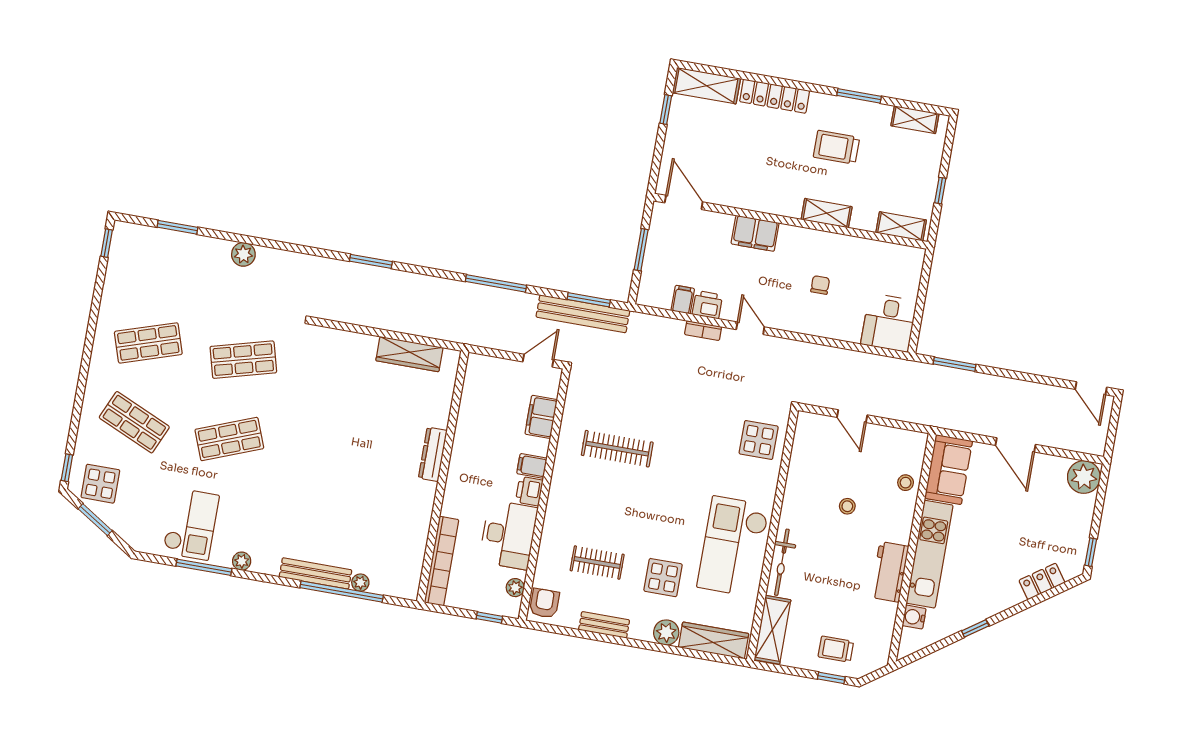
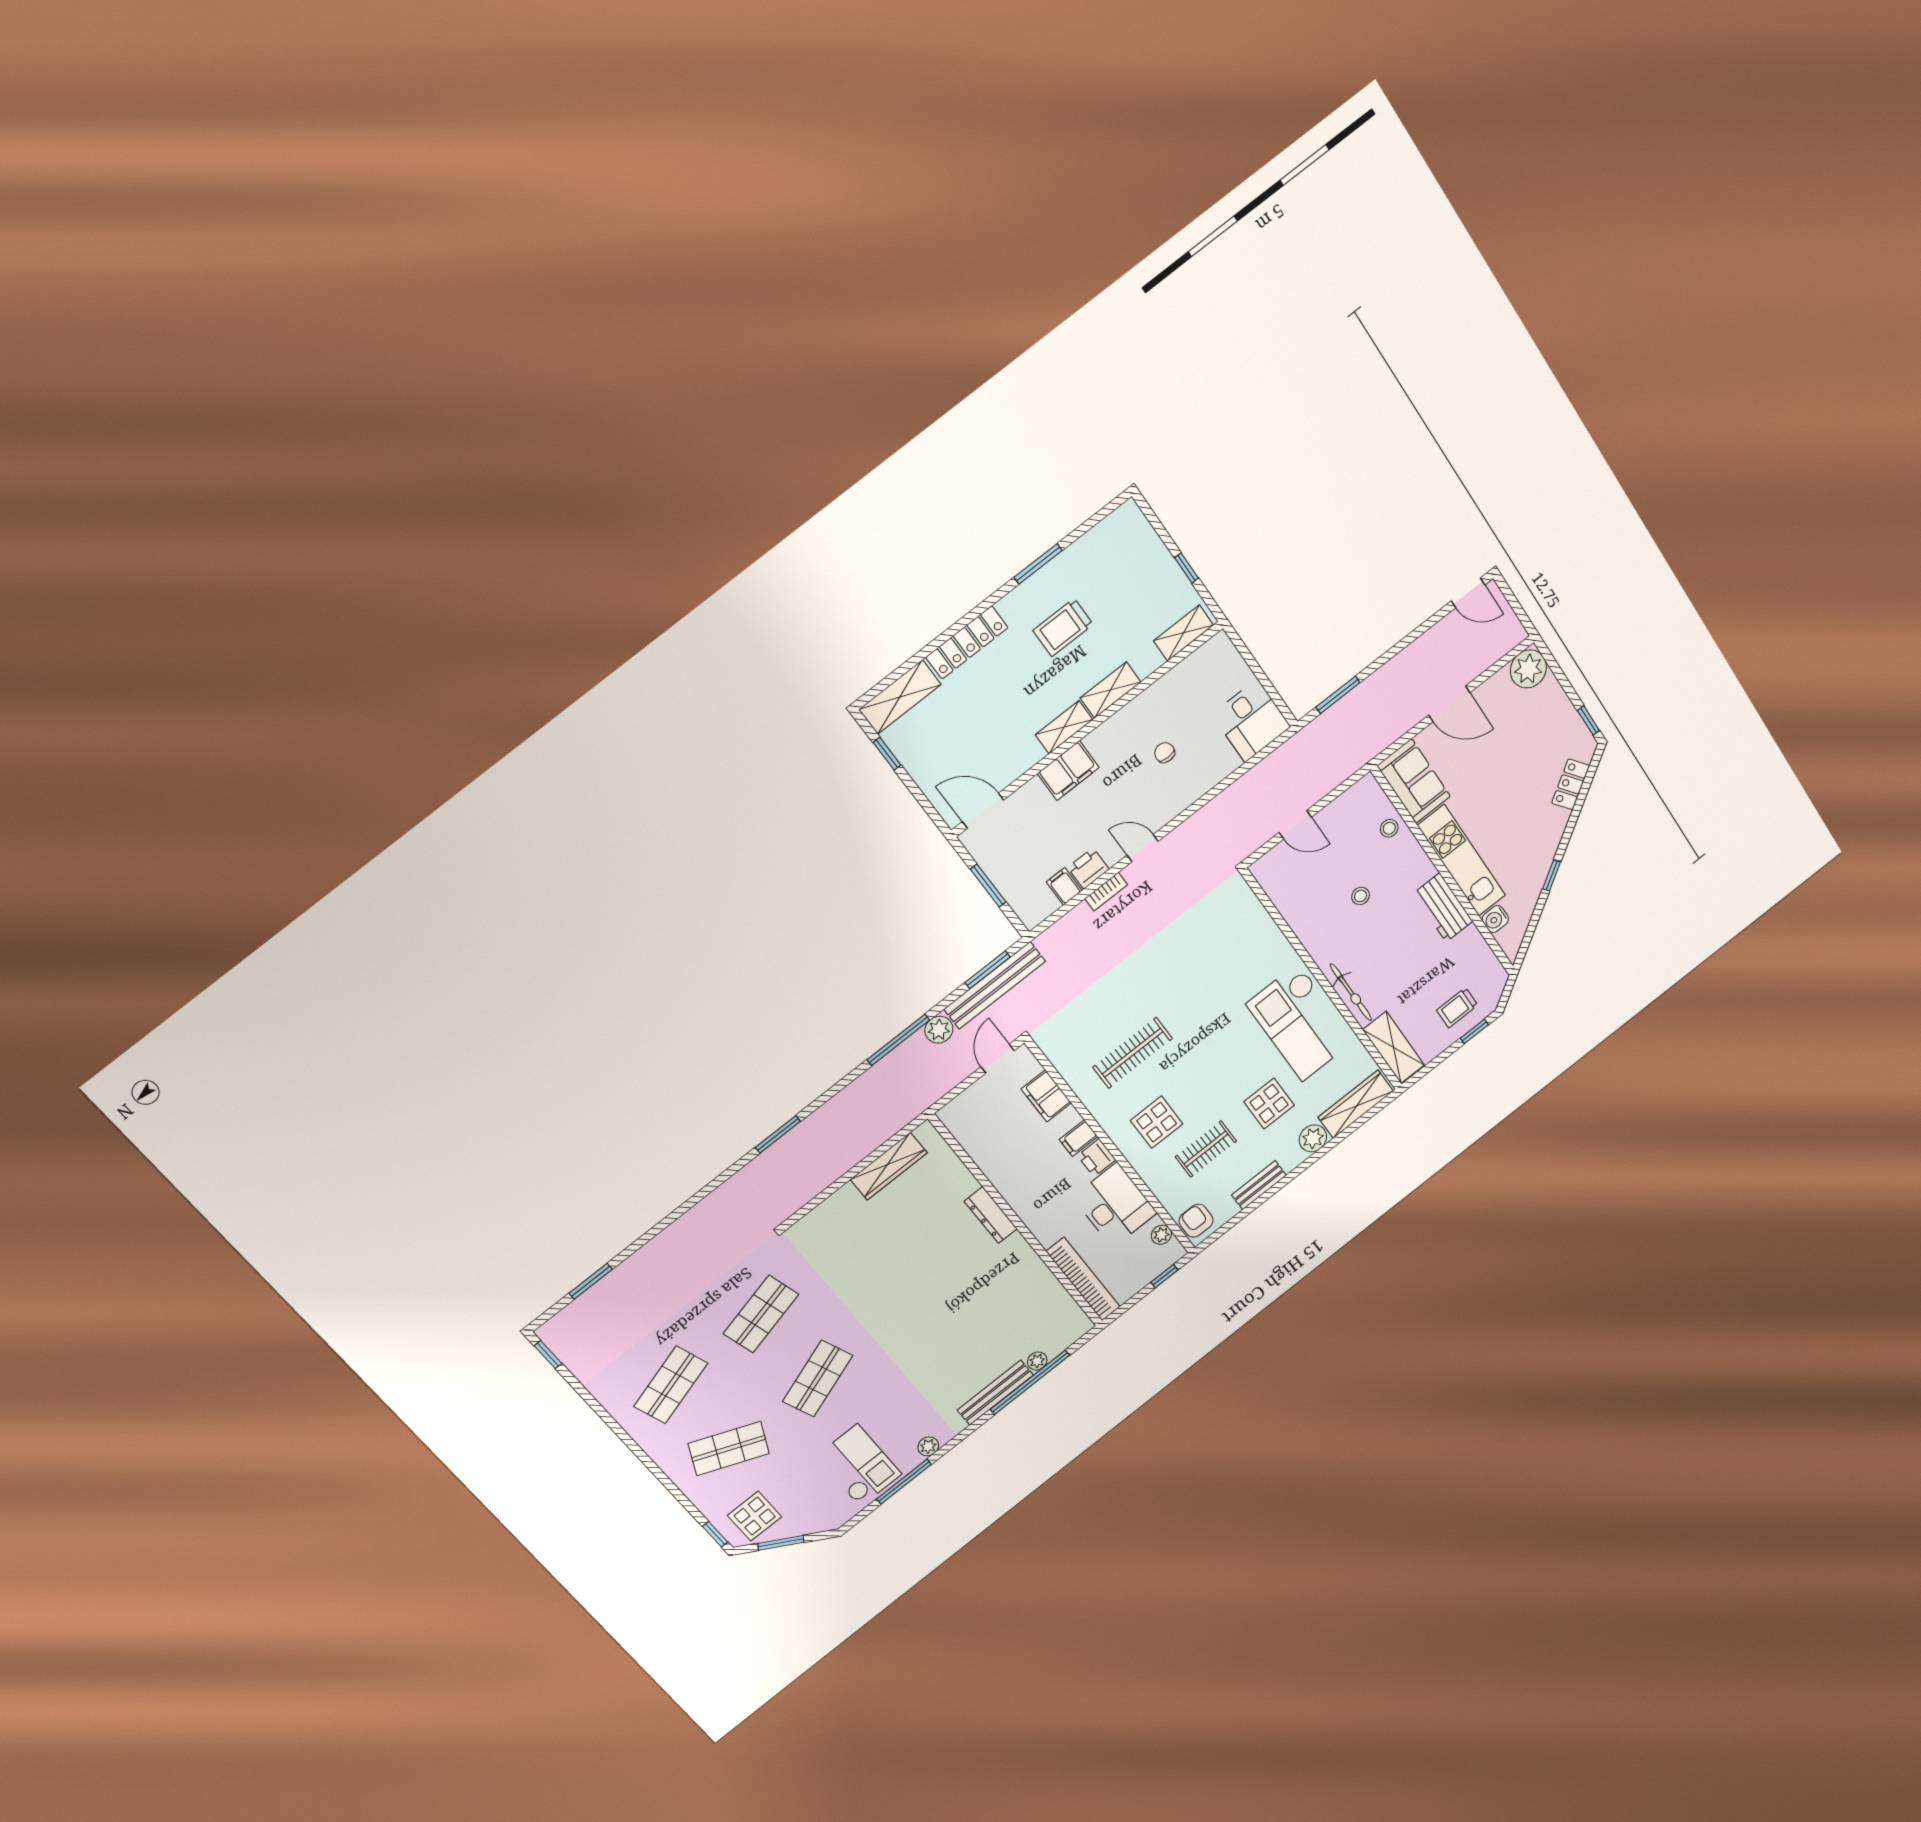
shelving: (915, 120) -> (1064, 727), moved
plant: (243, 254) -> (939, 1030), moved
display table: (759, 440) -> (1157, 1122), moved

